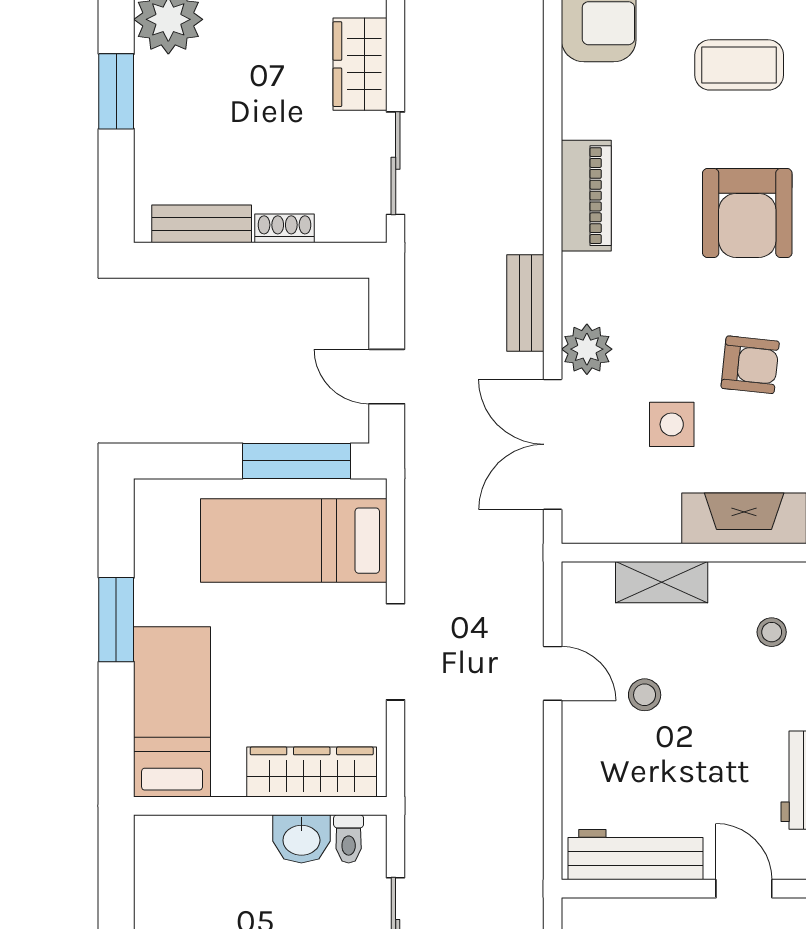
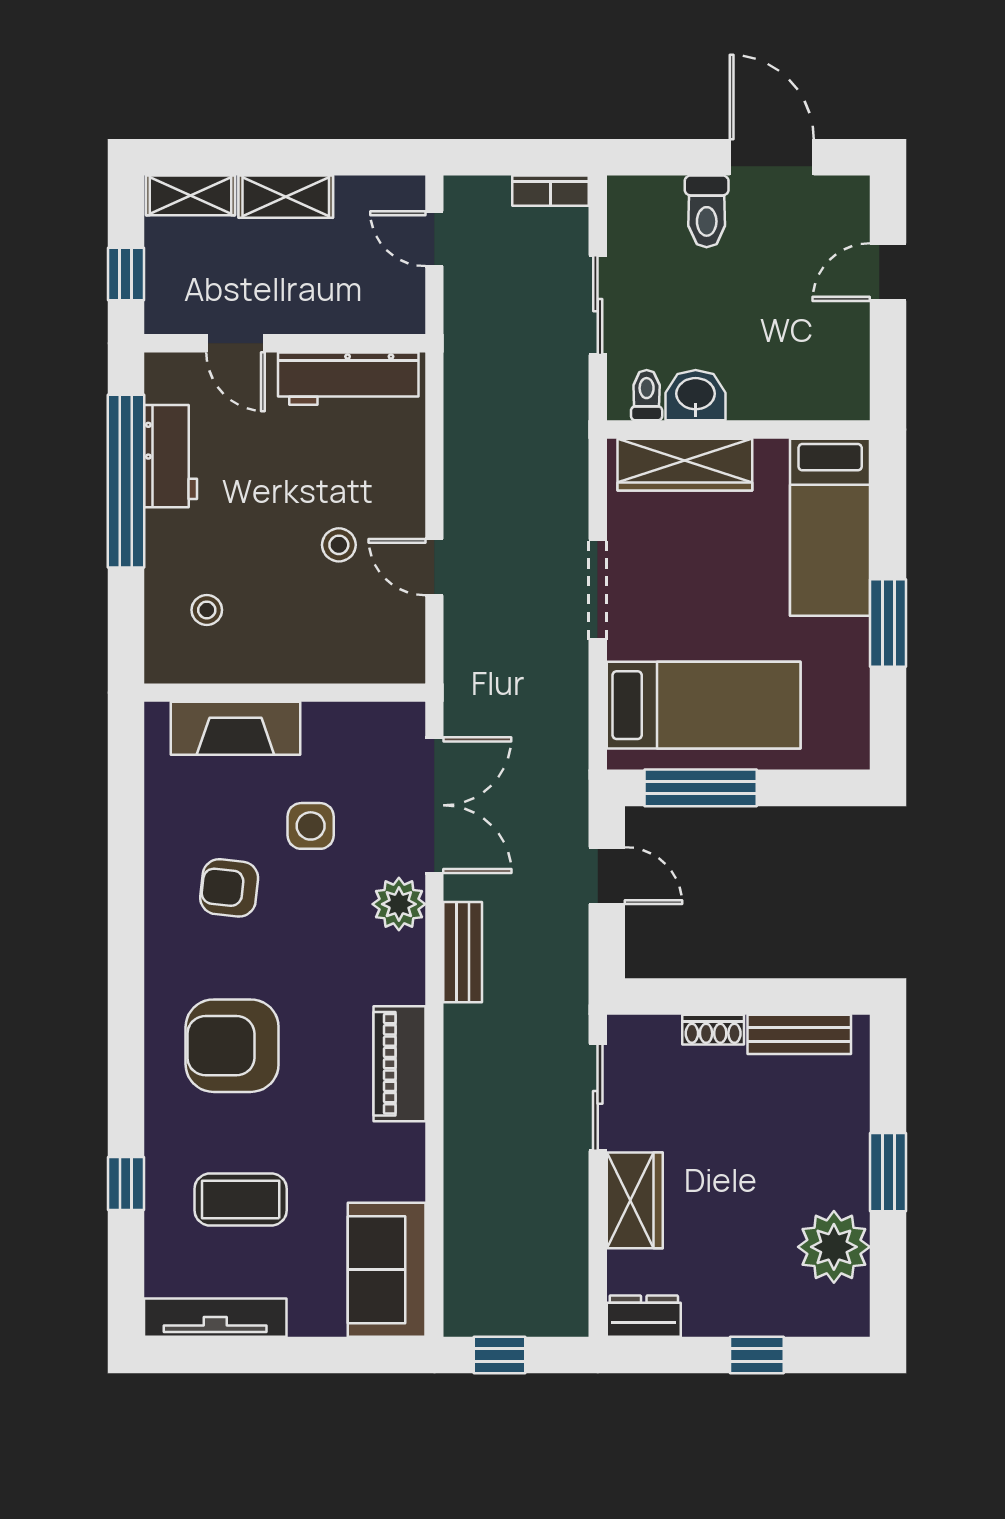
armchair: (747, 213) -> (232, 1046), turned -90
shelving: (662, 582) -> (321, 662), removed

